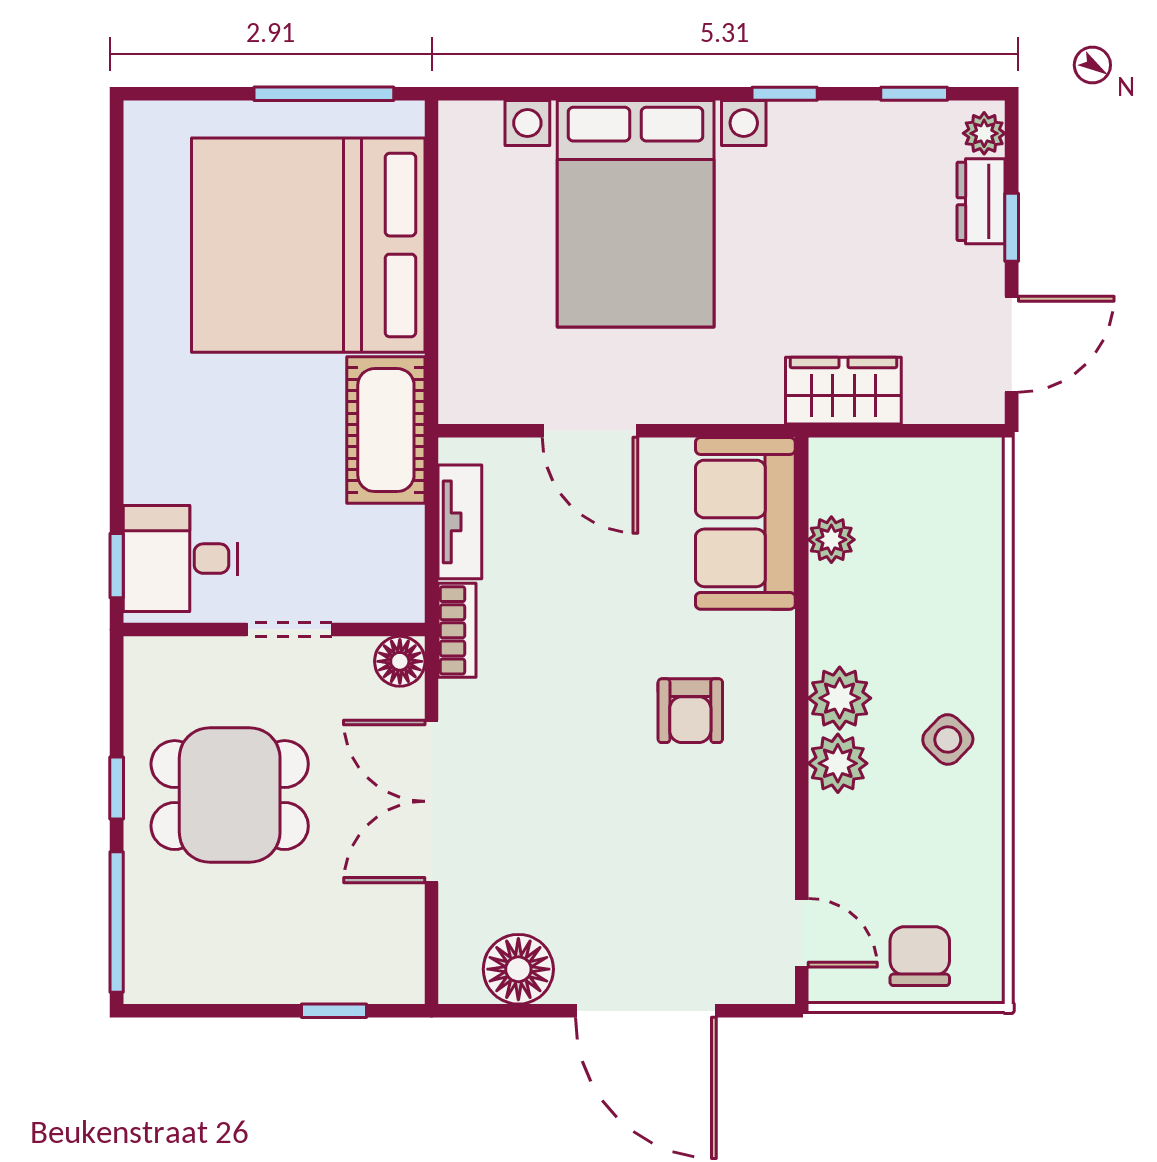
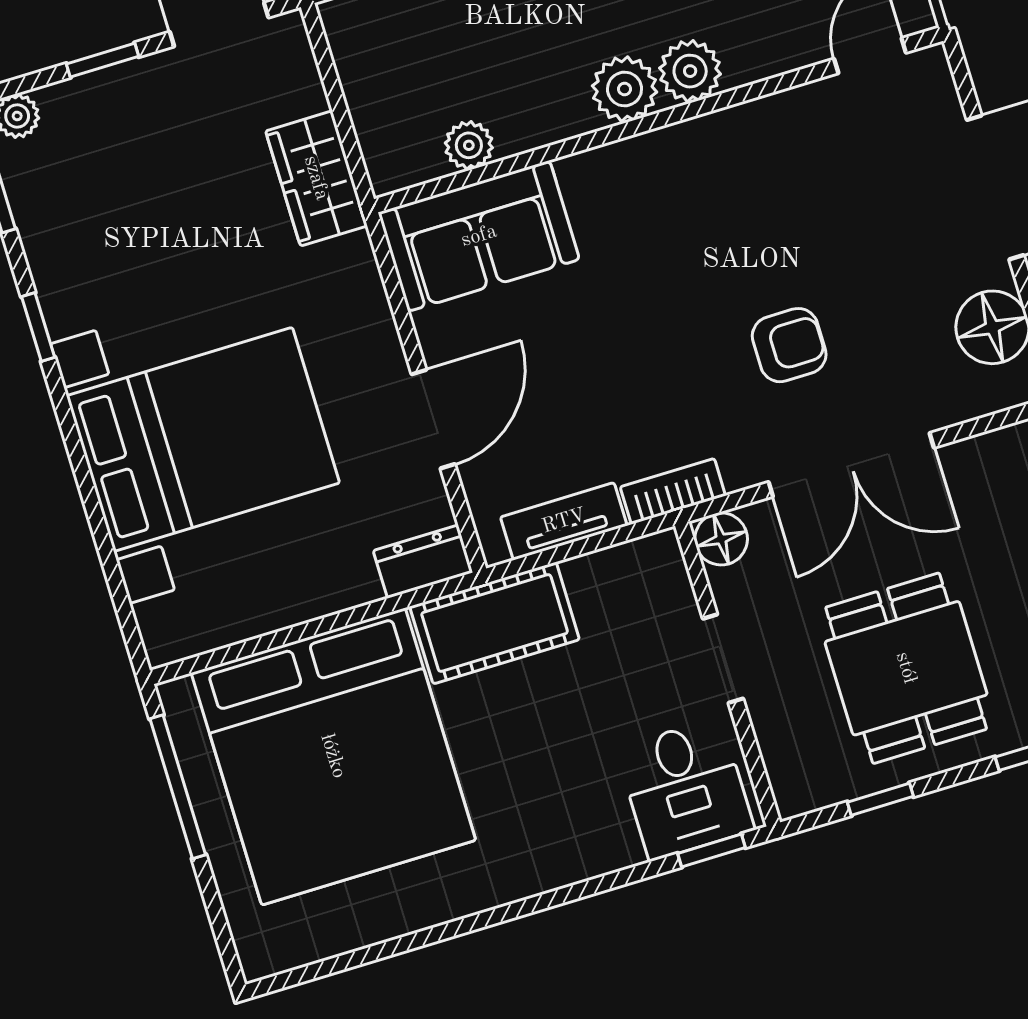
dresser: (981, 201) -> (423, 562), moved, turned 180
armchair: (690, 711) -> (789, 345), moved
window: (117, 788) -> (880, 799), moved

